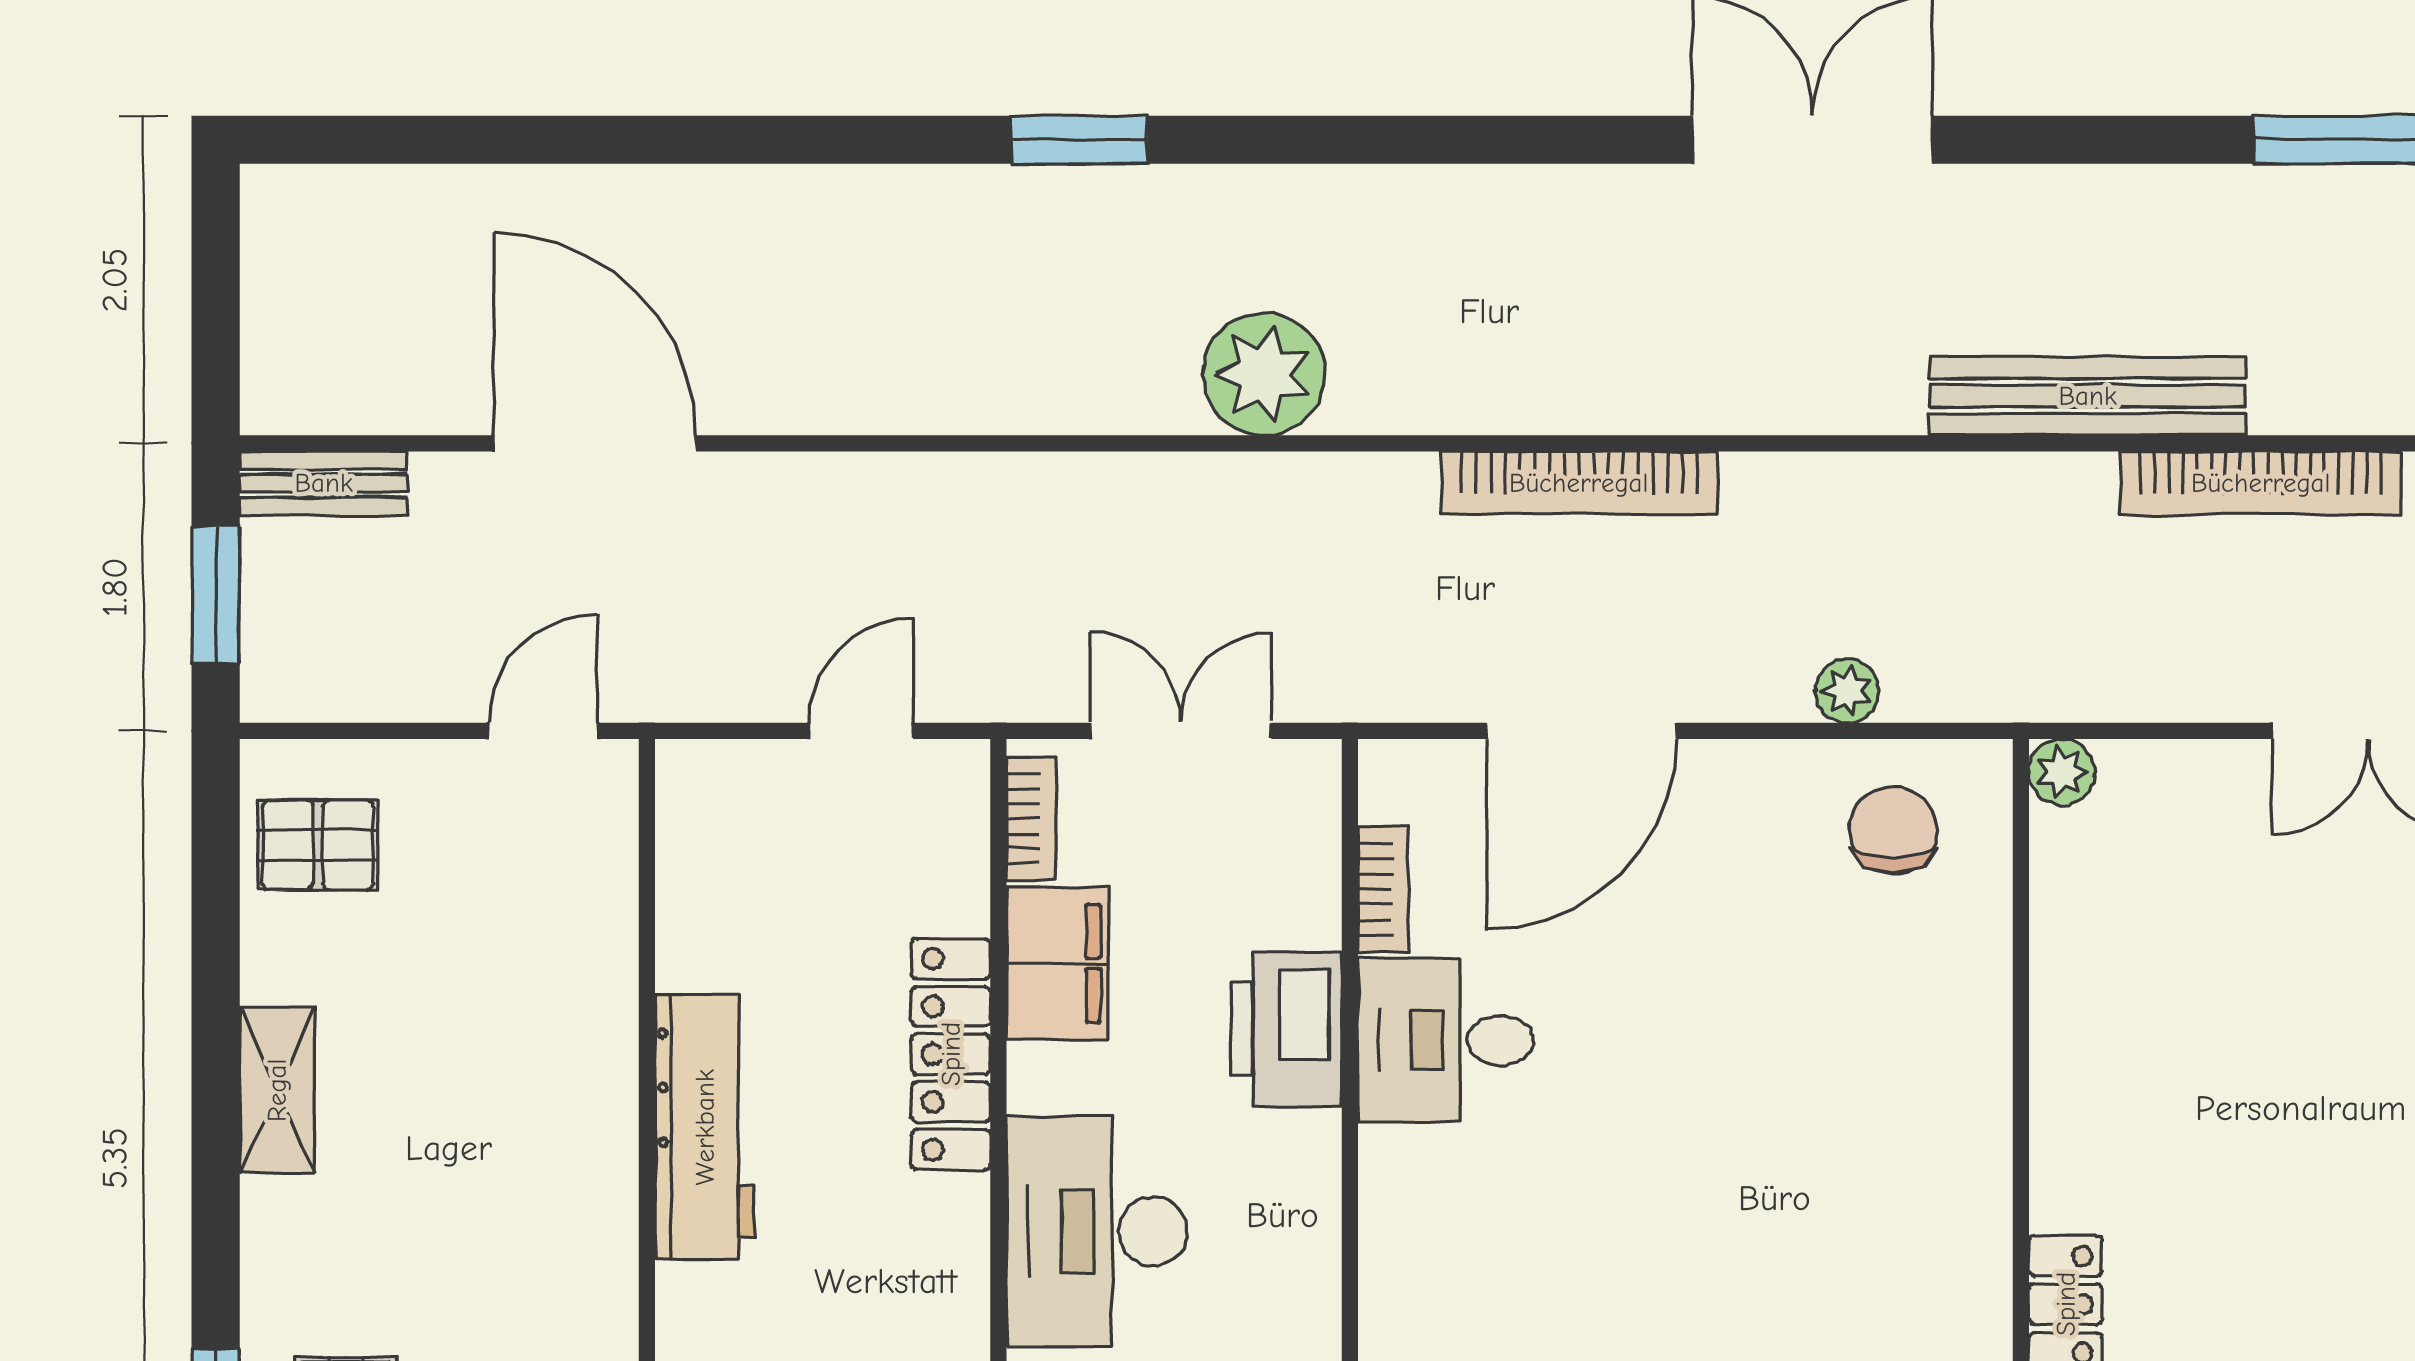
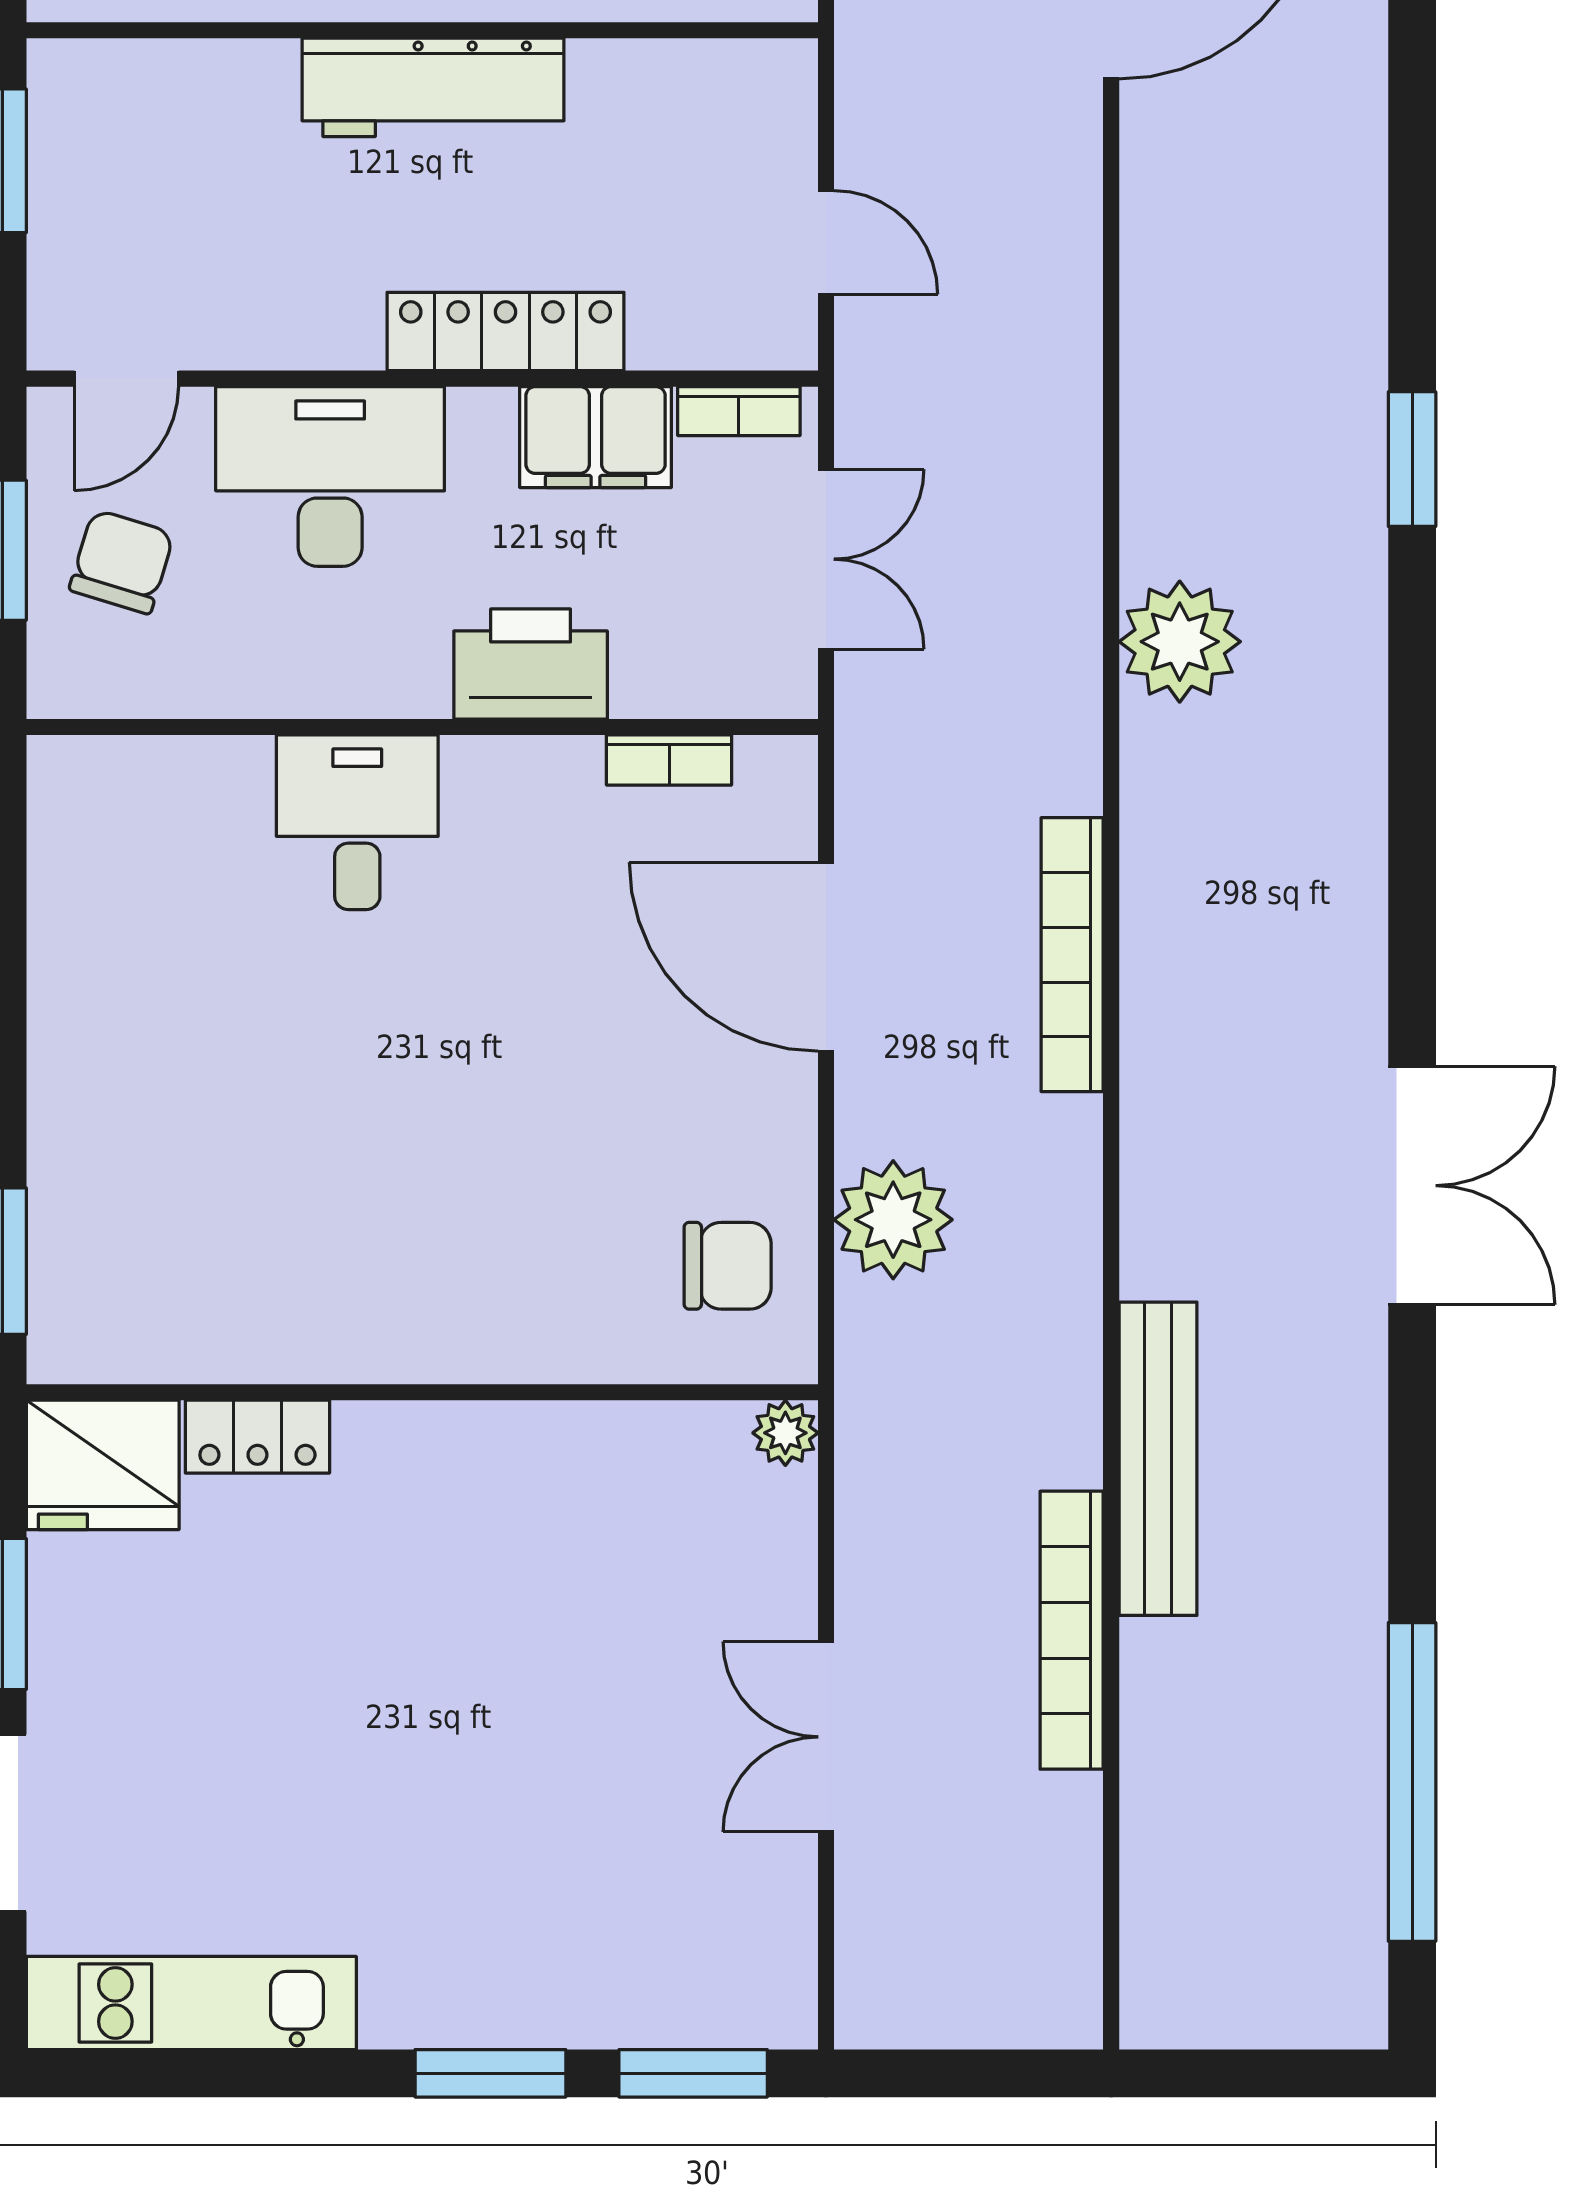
plant: (1847, 691) -> (893, 1220), width x1.88, depth x1.88
desk: (1446, 1040) -> (357, 822), moved

